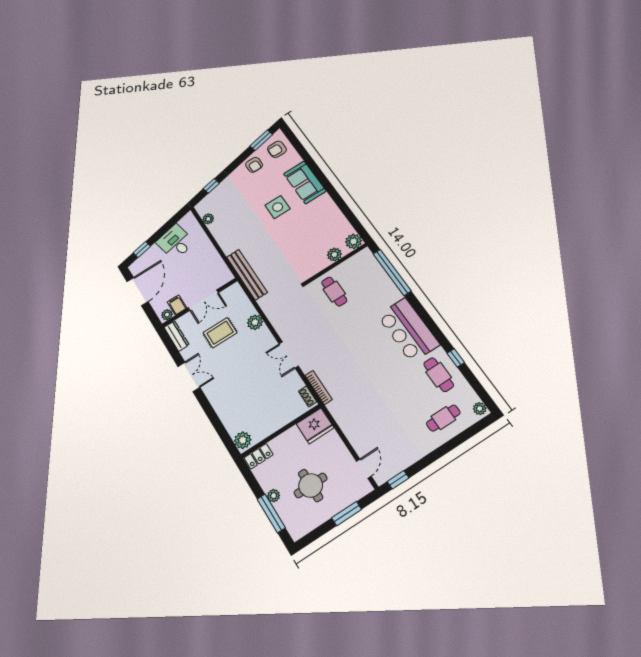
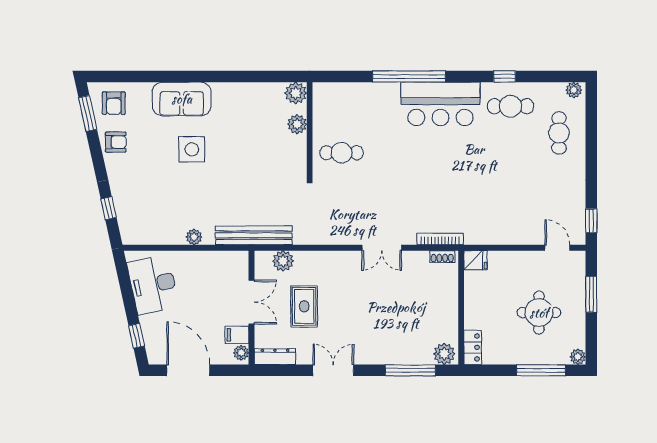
plant: (208, 219) -> (194, 237), moved
desk: (176, 242) -> (153, 285), width x1.37
window: (392, 272) -> (409, 76), moved
plant: (255, 322) -> (283, 261), moved
window: (218, 425) -> (410, 370), added
fridge: (315, 426) -> (475, 260), width x0.53, depth x0.75
plant: (274, 496) -> (578, 357), moved

